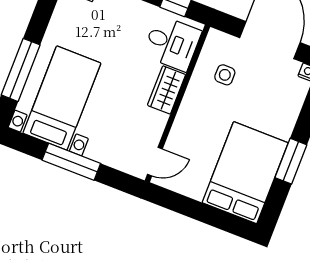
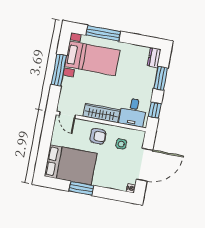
wardrobe: (167, 90) -> (101, 113), width x1.50
armchair: (203, 114) -> (98, 136), added

